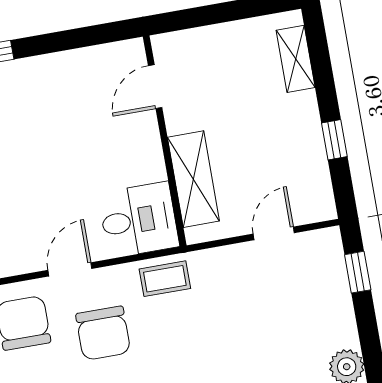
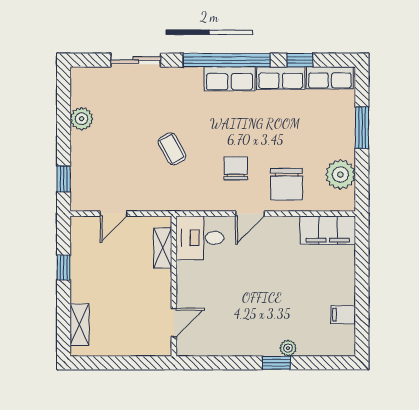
shelving: (193, 179) -> (163, 248), width x0.67, depth x0.75
coffee table: (165, 279) -> (172, 149), moved, turned 61
chair: (103, 333) -> (236, 168), width x0.73, depth x0.73

